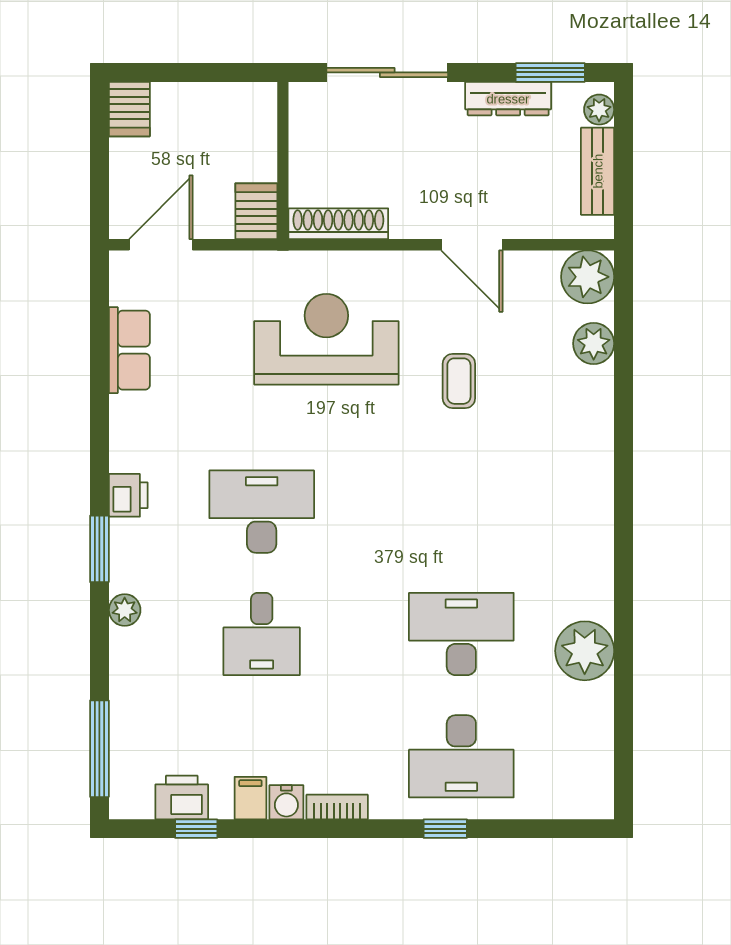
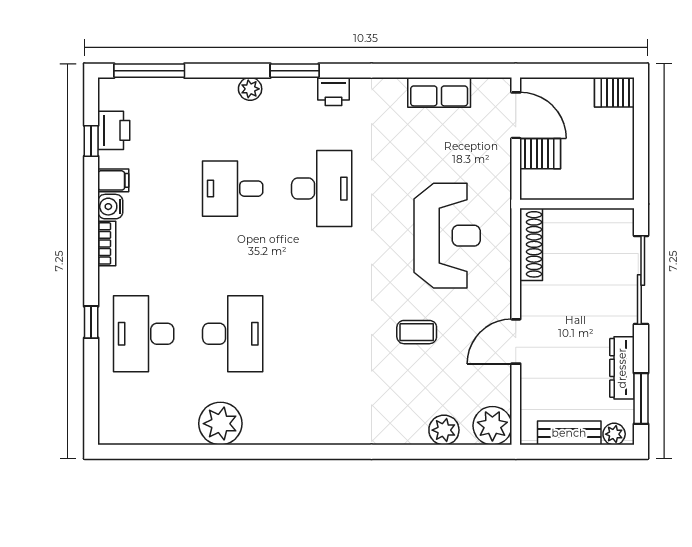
server rack: (256, 211) -> (540, 154), moved

